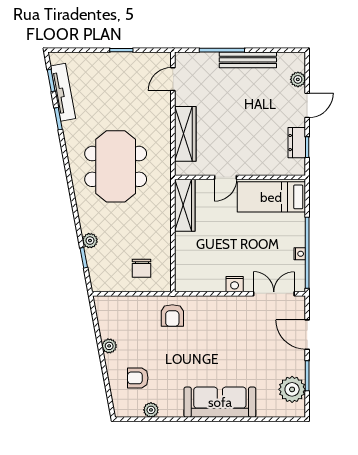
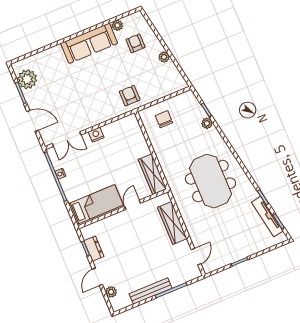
armchair: (138, 378) -> (135, 43), turned -90
sofa: (220, 402) -> (89, 43), moved

